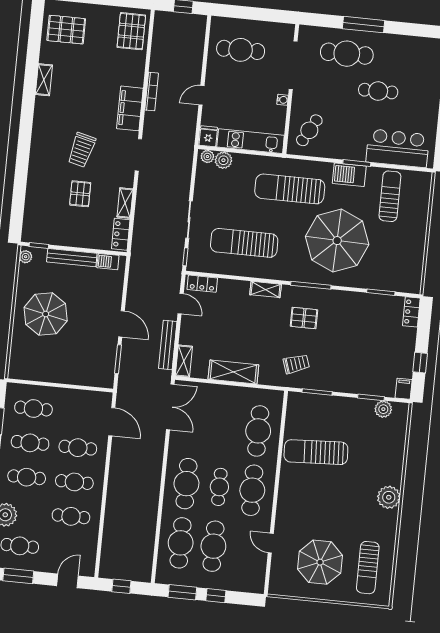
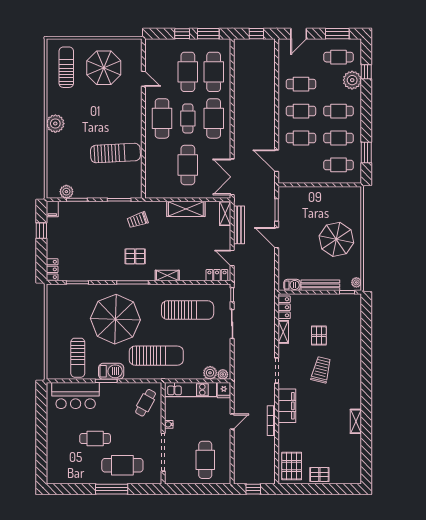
pallet: (66, 30) -> (319, 475), moved, width x0.67, depth x0.71
cafe table: (241, 50) -> (205, 460), turned 90
cafe table: (258, 431) -> (188, 165), moved

